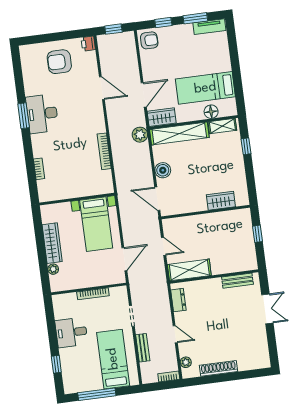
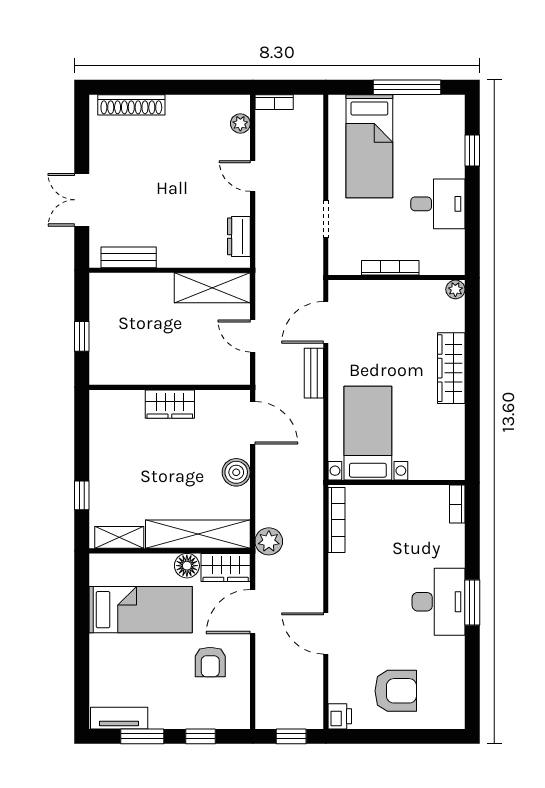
armchair: (149, 40) -> (210, 662), moved, turned -90
floor lamp: (211, 112) -> (187, 566), moved
wall: (77, 199) -> (397, 483), moved
wardrobe: (221, 201) -> (170, 404), moved
bed with nightstands: (96, 224) -> (368, 433), moved
plant: (53, 269) -> (455, 289), moved
bench: (143, 348) -> (314, 373), moved
shoe rack: (218, 368) -> (131, 105), moved

